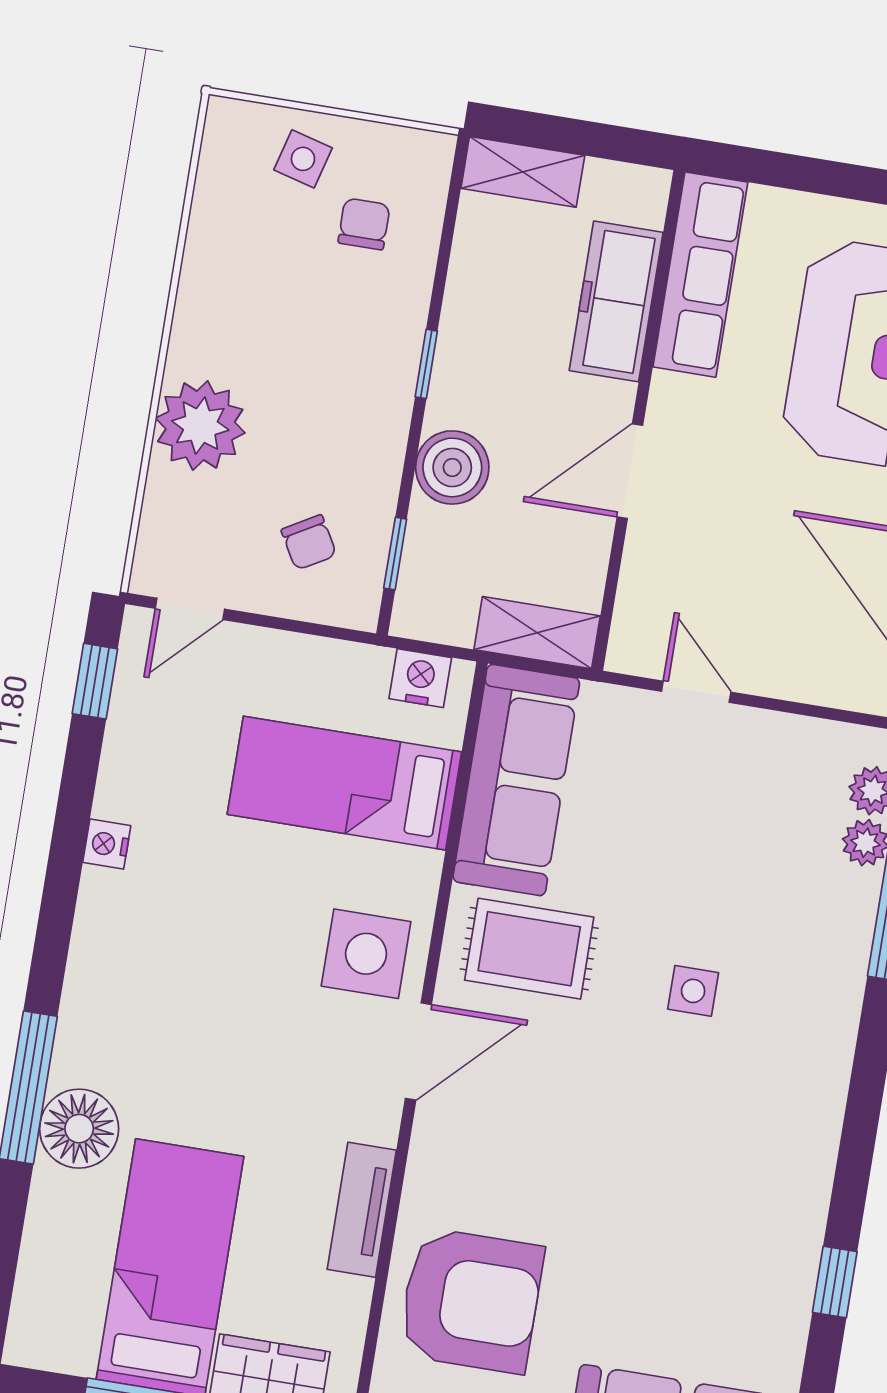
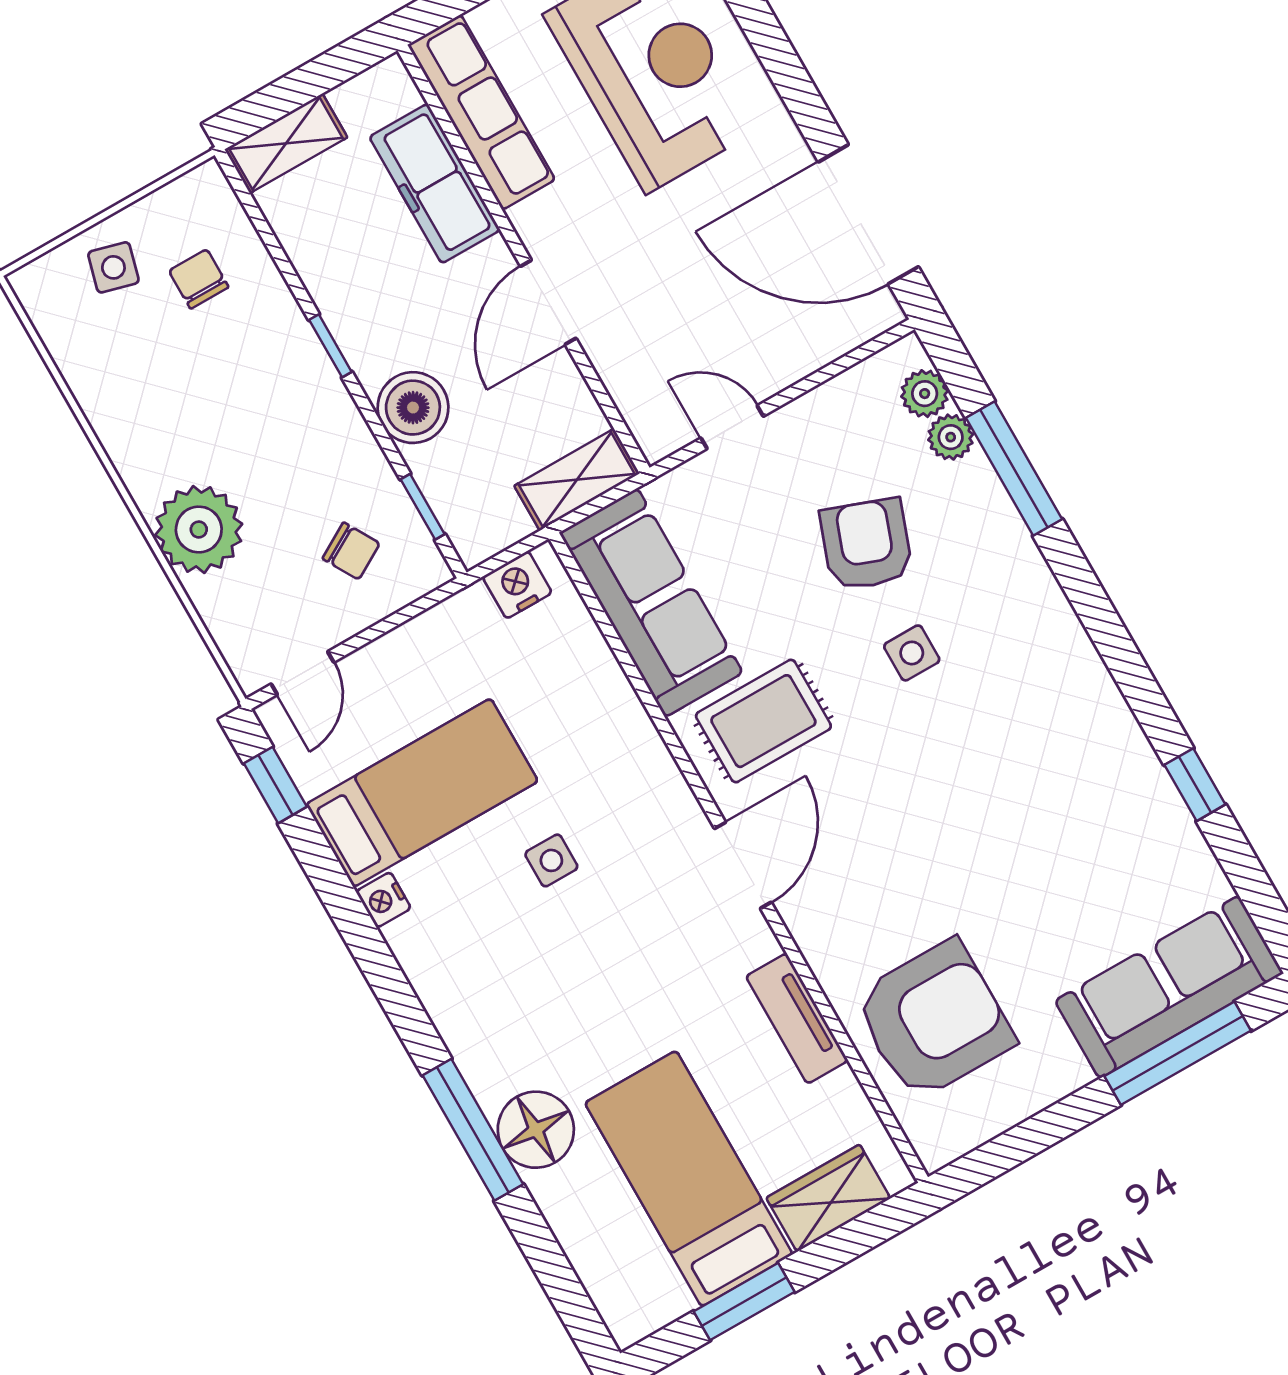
bed: (344, 783) -> (422, 793), moved, turned 180
armchair: (727, 874) -> (866, 544), added
side table: (366, 954) -> (551, 860), moved, width x0.54, depth x0.54

